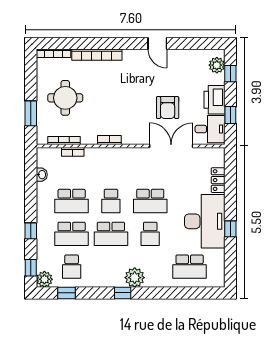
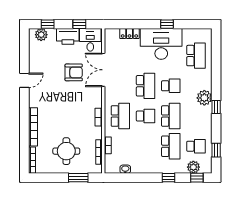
school desk: (72, 201) -> (120, 116), moved
plant: (44, 279) -> (193, 167), moved

